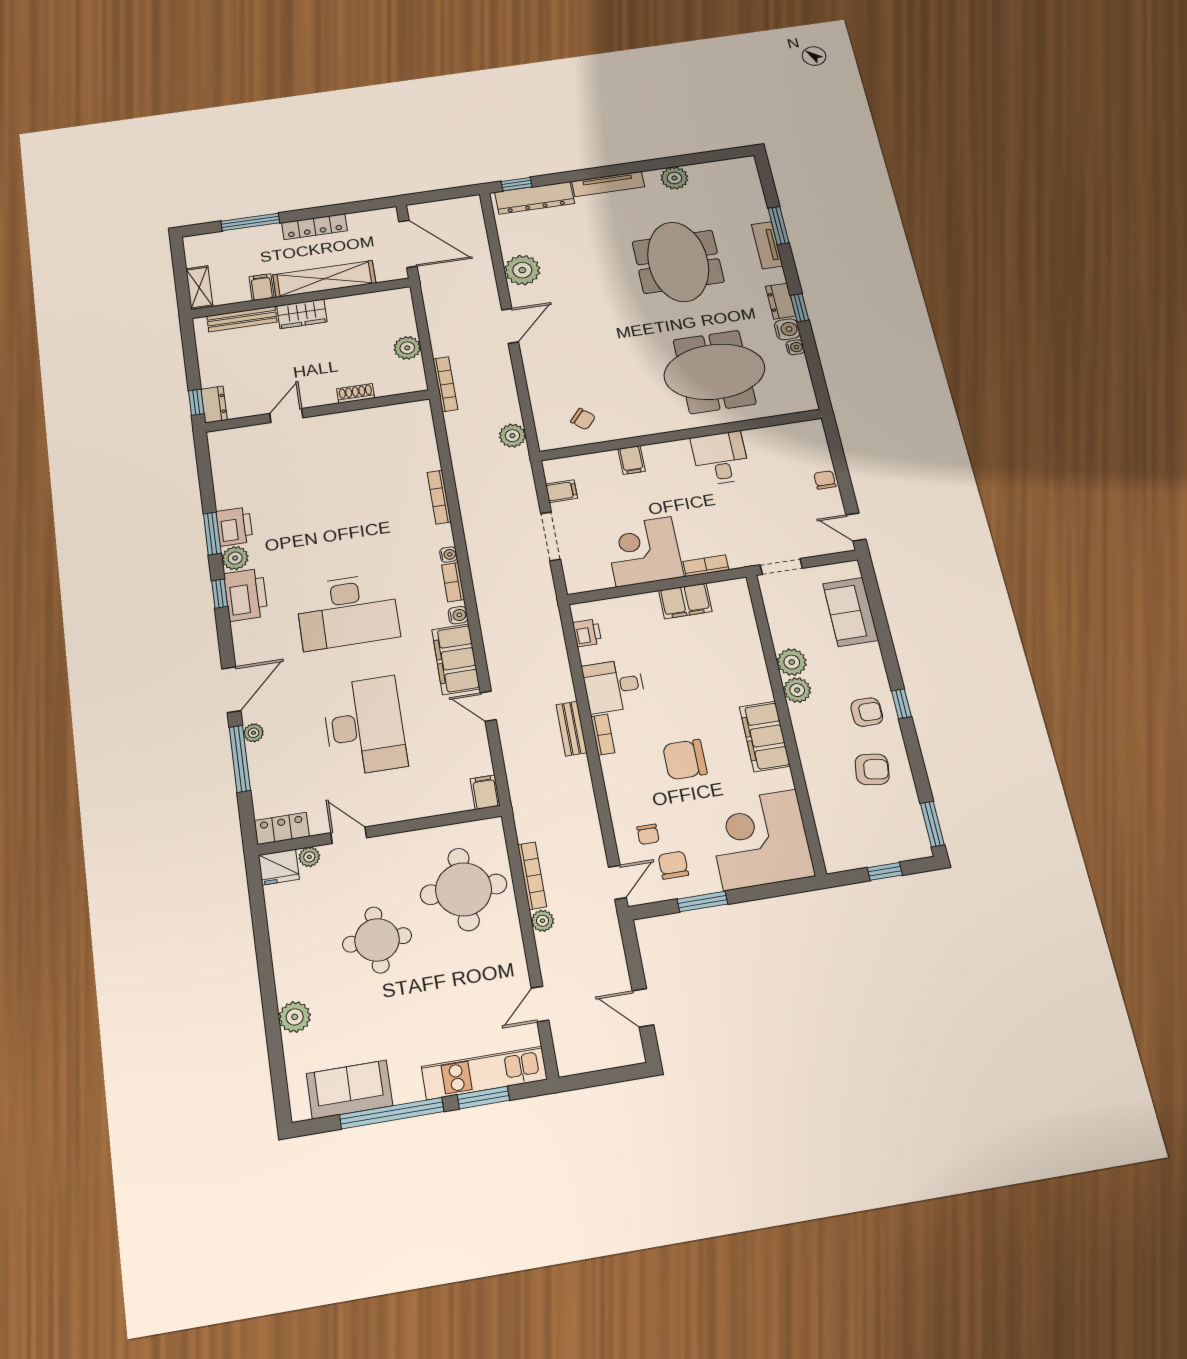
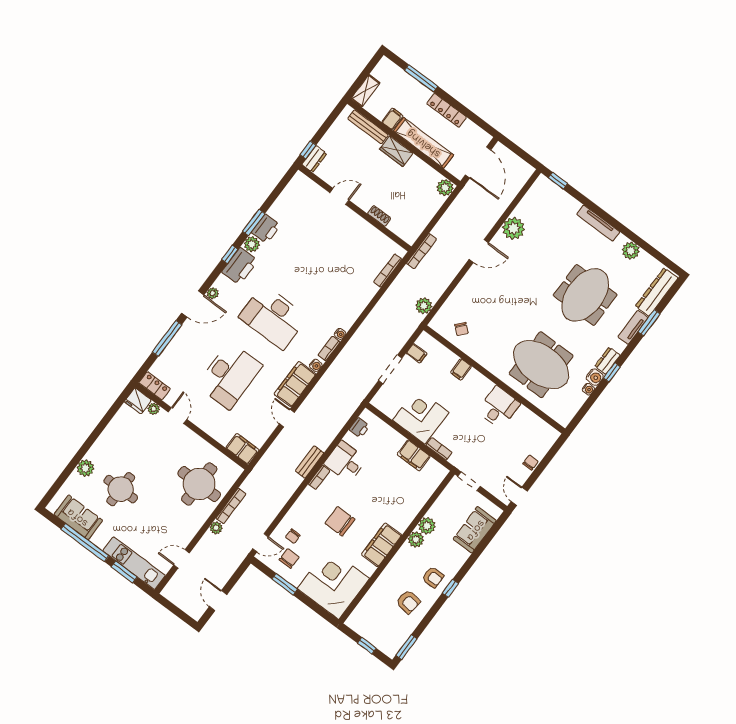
dresser: (535, 198) -> (657, 292), moved, turned 90
plant: (407, 348) -> (445, 188), moved
bookcase: (439, 497) -> (388, 271), moved
plant: (253, 733) -> (213, 293), moved
filing cabinet: (485, 792) -> (242, 449), width x2.00
round table: (377, 940) -> (121, 489), moved

